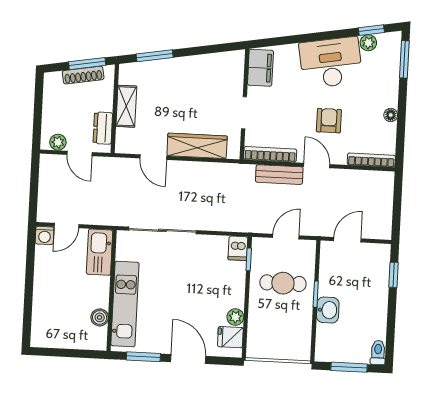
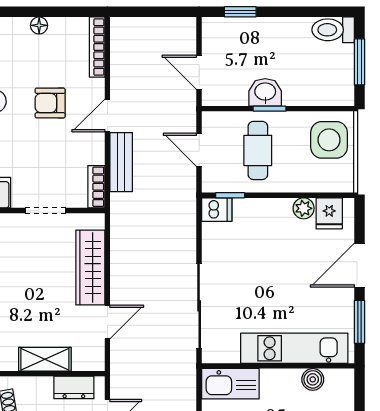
bookcase: (270, 154) -> (96, 187), width x0.64
washbasin: (328, 310) -> (265, 92), moved
side table: (289, 340) -> (329, 140), added
toilet: (378, 352) -> (333, 30), width x1.37, depth x1.39

